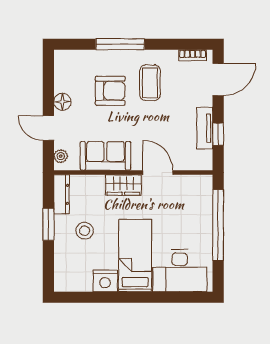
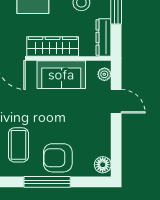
armchair: (110, 91) -> (58, 158), moved
floor lamp: (62, 102) -> (103, 165), moved
wardrobe: (123, 185) -> (53, 46), width x1.50

